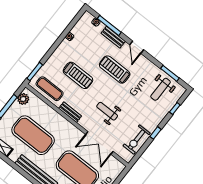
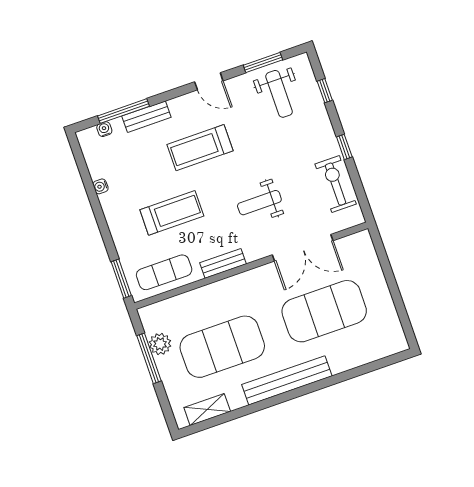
door: (137, 47) -> (209, 81), moved
plant: (23, 99) -> (160, 344), moved
exercise bike: (137, 140) -> (336, 184), turned 180

